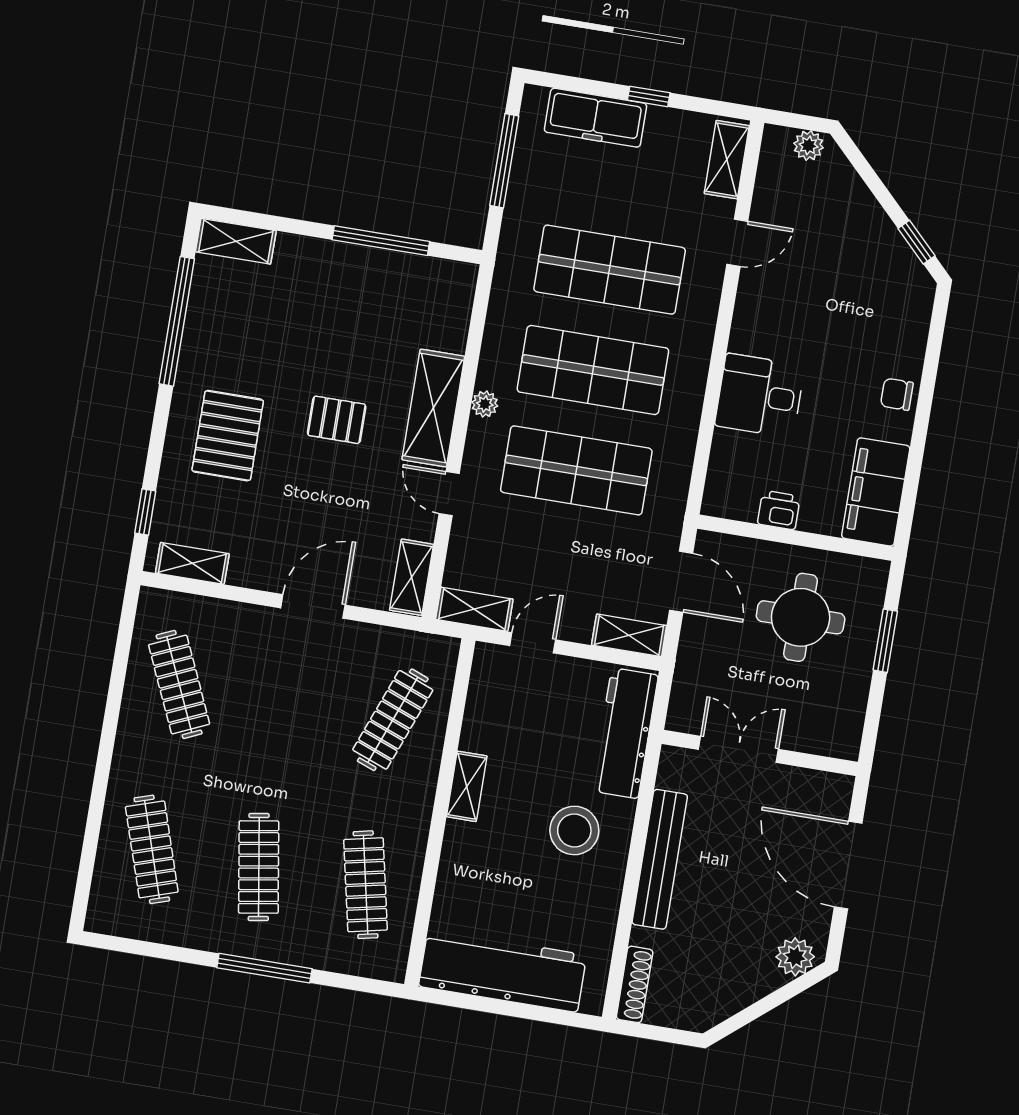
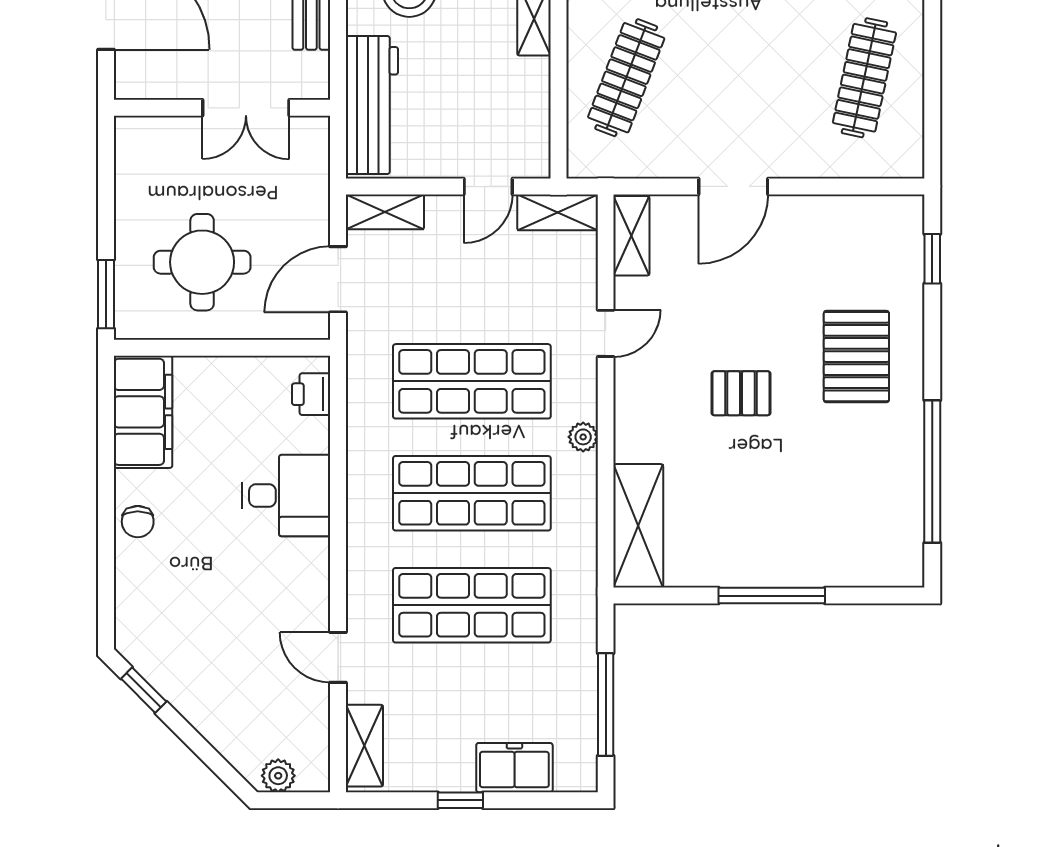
freezer: (595, 118) -> (514, 768), width x0.71
shelving: (236, 241) -> (882, 569), removed
window: (381, 241) -> (772, 596), moved
door: (737, 243) -> (338, 657), hinge flipped
chair: (897, 394) -> (138, 522), turned 90
shelving: (433, 408) -> (638, 526), moved
door: (449, 494) -> (606, 333), hinge flipped
printer: (779, 510) -> (311, 394), moved, turned 90
shelving: (192, 563) -> (872, 212), removed
door: (681, 582) -> (338, 279), hinge flipped
window: (885, 641) -> (106, 294), moved
clothes rail: (179, 684) -> (864, 78), turned 36

